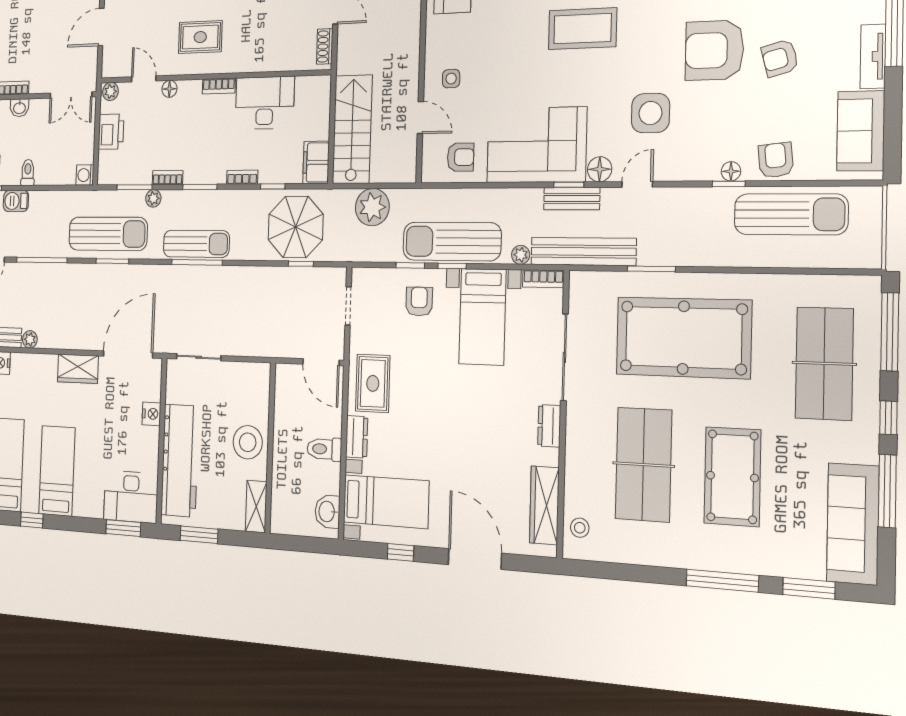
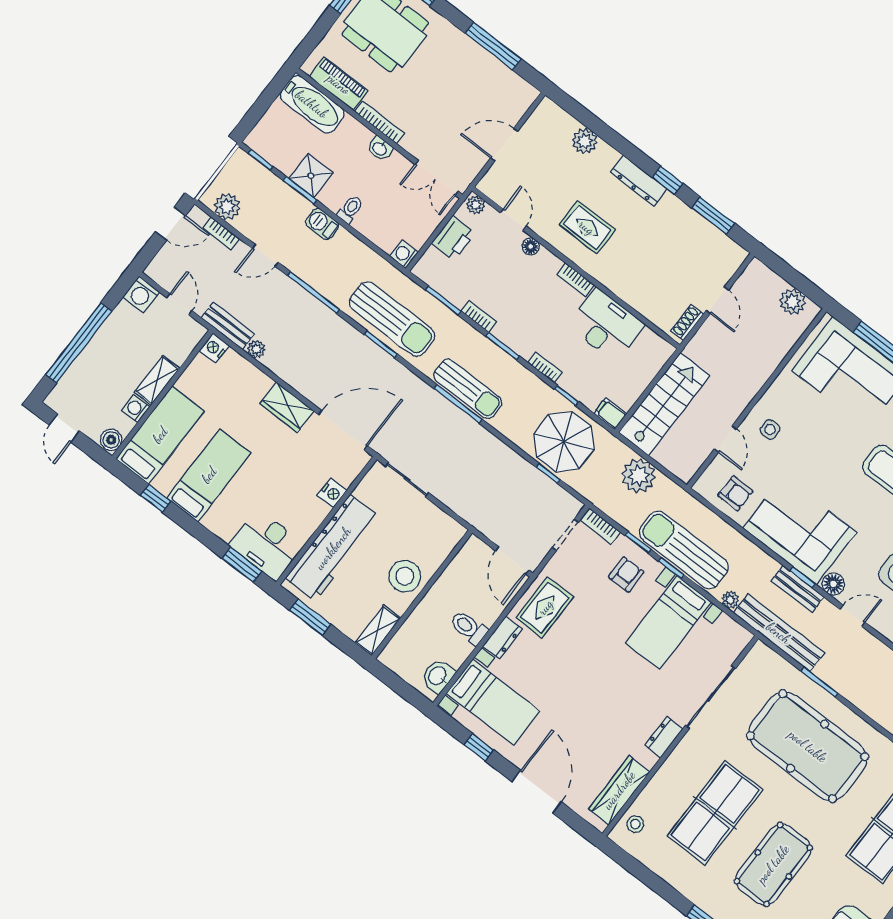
filing cabinet: (316, 162) -> (610, 414), width x0.50
plant: (153, 198) -> (454, 323), removed
bookcase: (543, 279) -> (601, 526), moved

